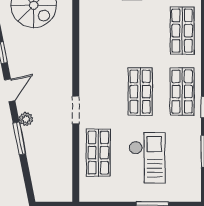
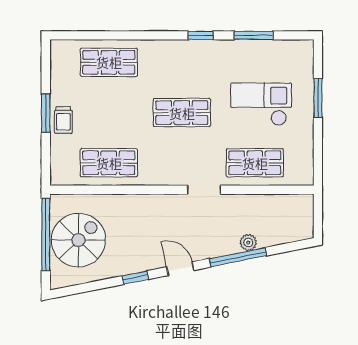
shop shelf: (182, 92) -> (109, 163), moved
plant: (26, 119) -> (248, 242), moved
window: (19, 138) -> (238, 257), width x1.44

